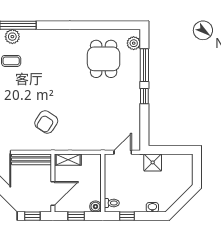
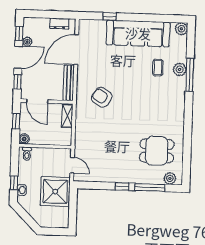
shower: (153, 162) -> (55, 192), width x1.86, depth x1.86
window: (127, 216) -> (14, 183), moved

